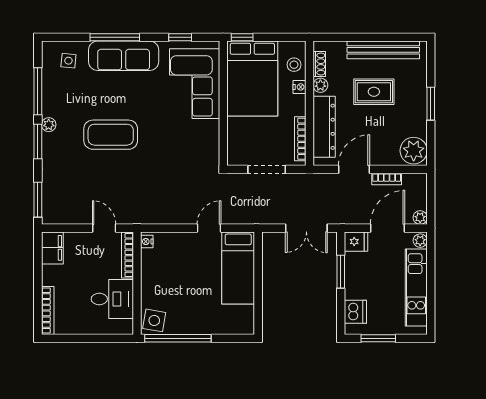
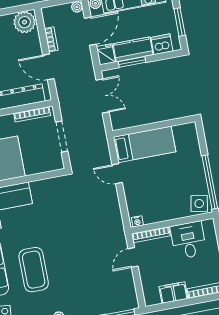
coffee table: (111, 135) -> (34, 270), moved
door: (388, 228) -> (90, 31), swing flipped
filing cabinet: (52, 248) -> (173, 293), moved
kitchen counter: (356, 276) -> (133, 49), added

